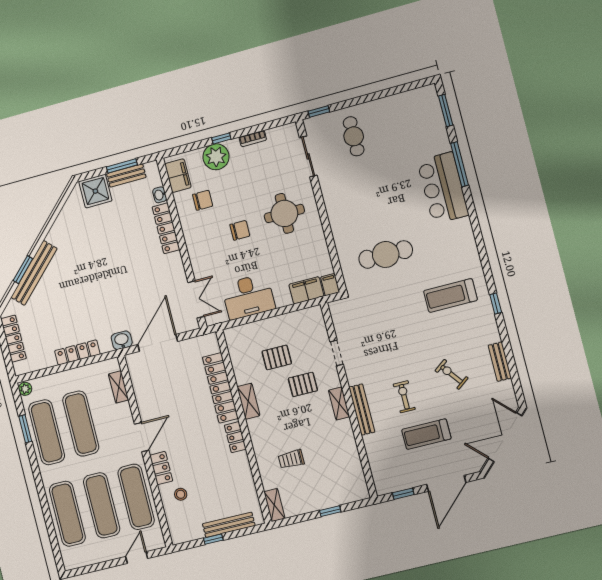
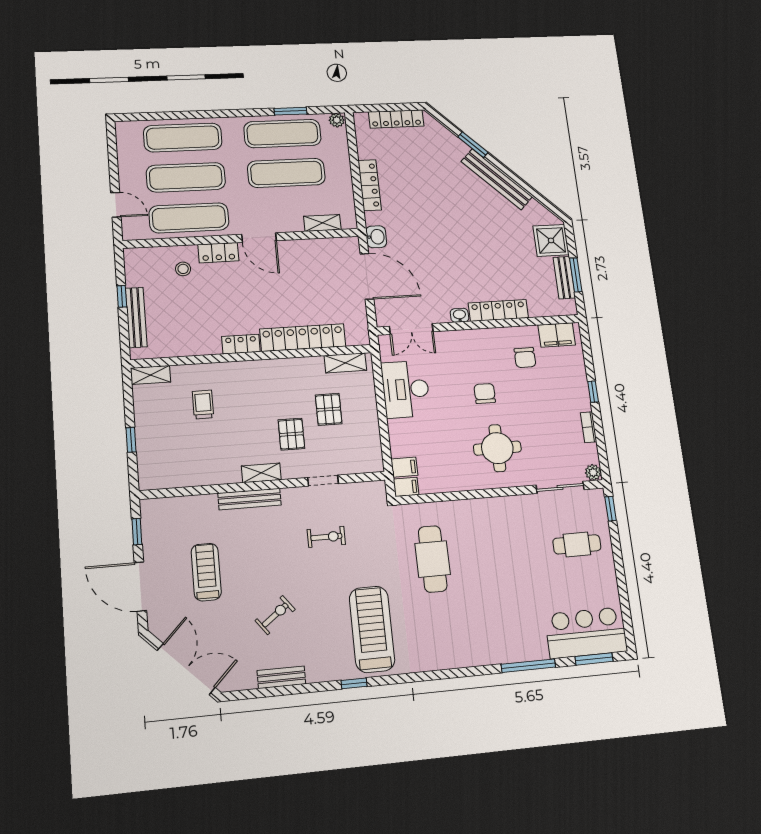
plant: (216, 157) -> (593, 472), moved, width x0.53, depth x0.53
bar counter: (443, 188) -> (586, 633), moved
washbasin: (160, 195) -> (459, 315), moved
chair: (240, 230) -> (485, 393), turned 180
bench: (34, 273) -> (497, 179), moved
filing cabinet: (306, 290) -> (404, 467), width x0.50
treadmill: (450, 295) -> (372, 629), width x1.37, depth x1.38
exercise bike: (404, 397) -> (326, 537), moved
shelving: (248, 401) -> (345, 363), moved

